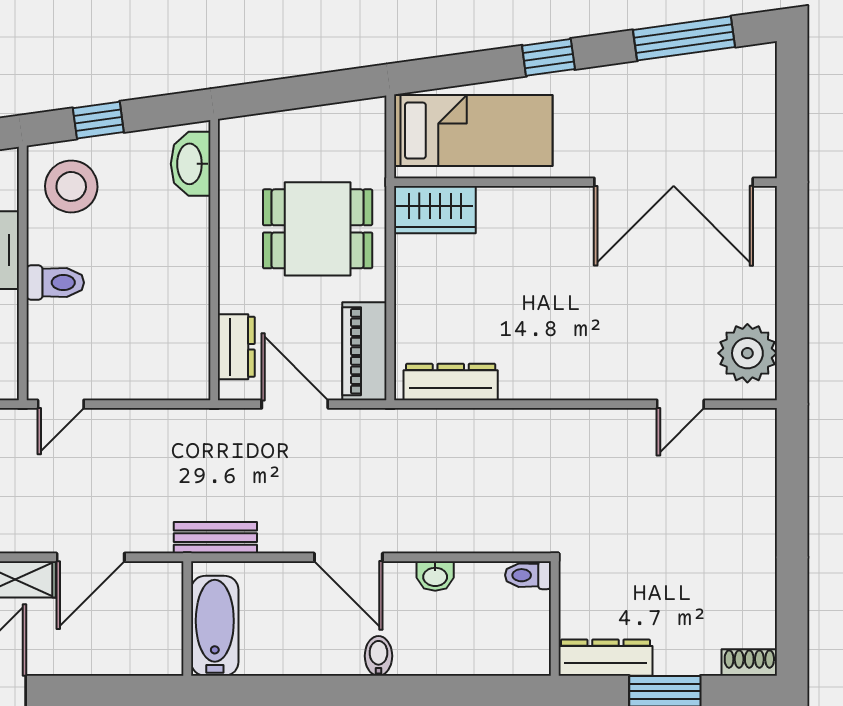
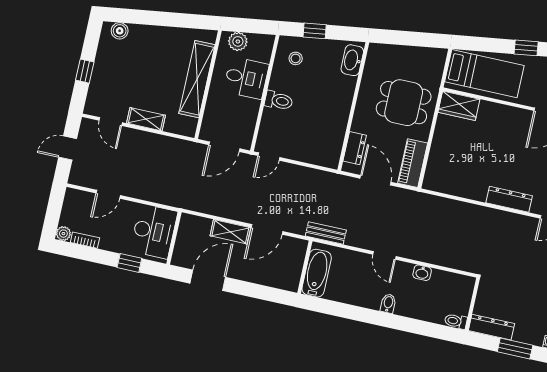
stool: (71, 186) -> (296, 58), width x0.53, depth x0.53
dresser: (451, 382) -> (509, 199), moved
door: (348, 557) -> (384, 255), width x0.73
toilet: (528, 575) -> (456, 321), moved

